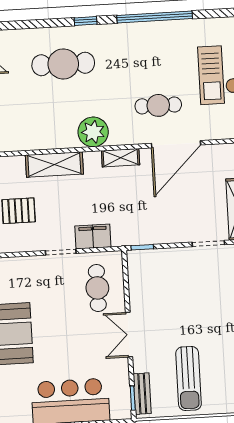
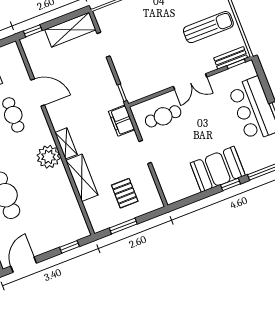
door: (176, 144) -> (38, 93), width x0.73
shelving: (121, 158) -> (66, 143), moved
filing cabinet: (93, 237) -> (122, 121), moved

